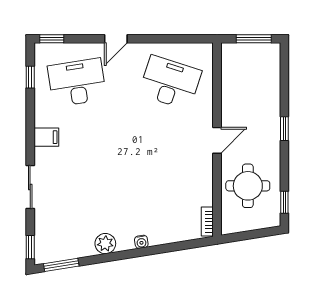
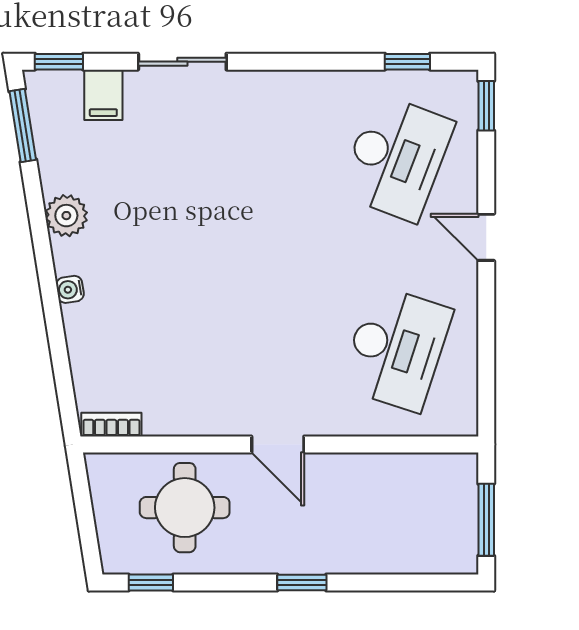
desk: (77, 83) -> (396, 158), turned 30
filing cabinet: (46, 137) -> (103, 95), moved

